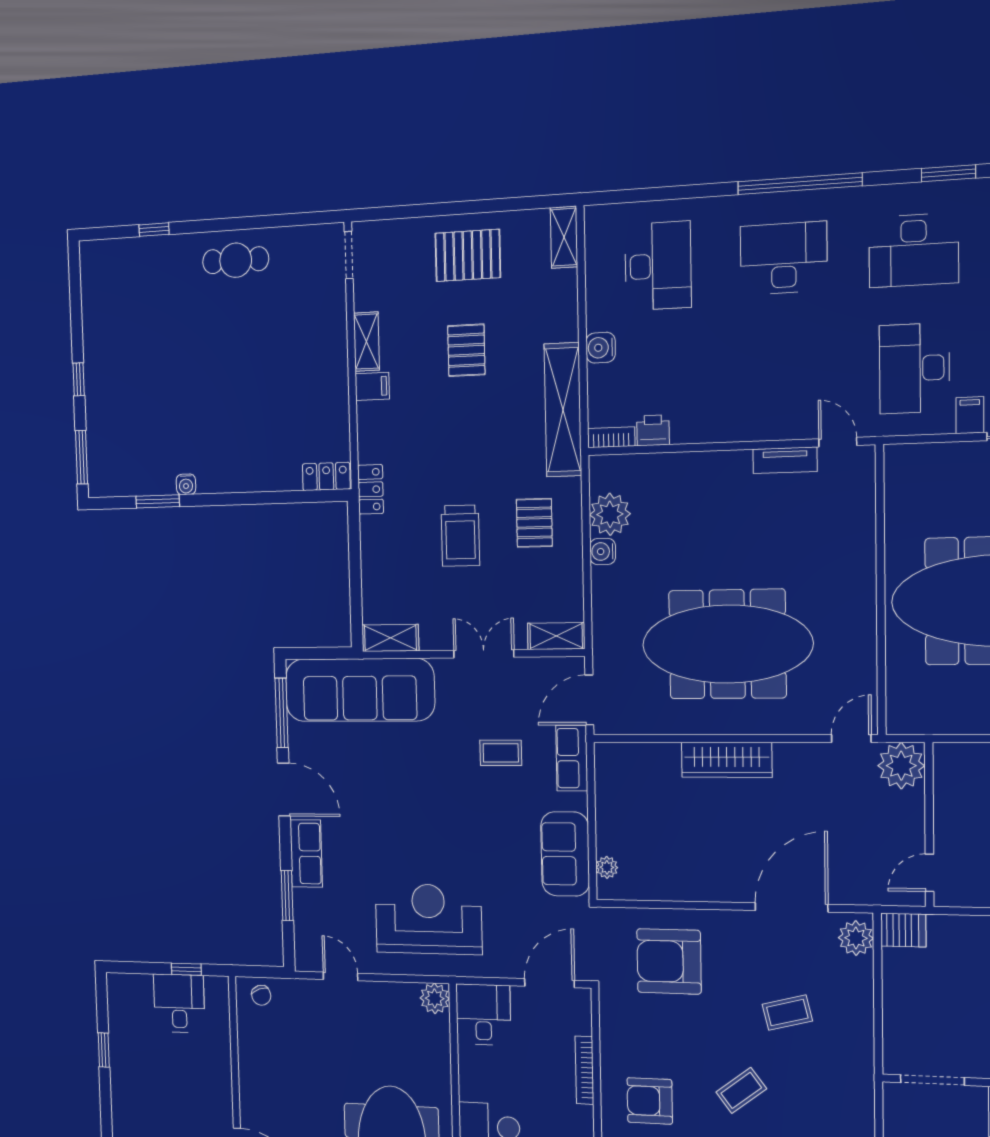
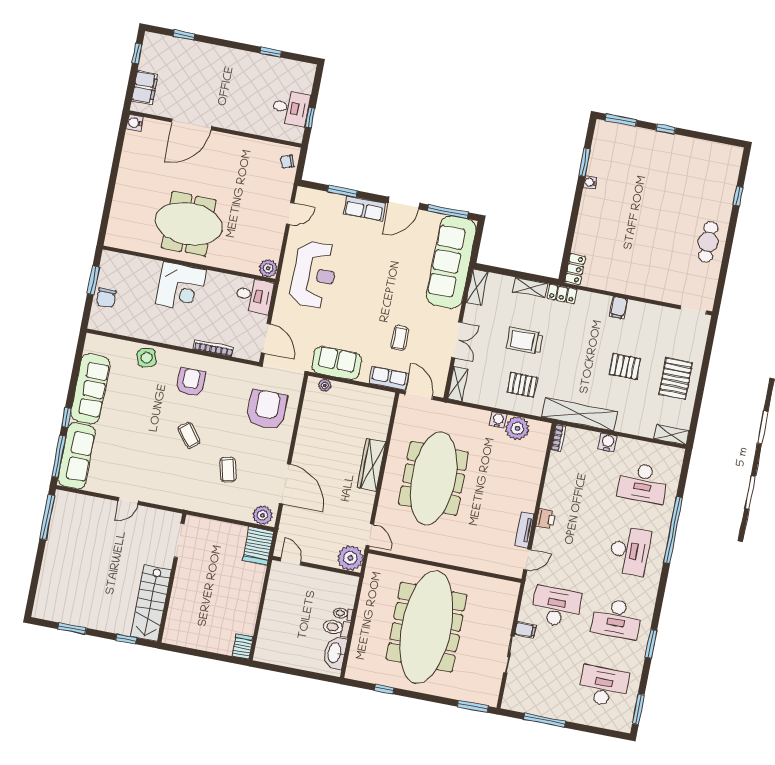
window: (800, 184) -> (673, 530), moved
desk: (914, 250) -> (617, 618), turned -90
shelving: (367, 342) -> (530, 288), moved
printer: (653, 430) -> (546, 519), moved
server rack: (903, 930) -> (258, 546), width x1.36, depth x1.44

